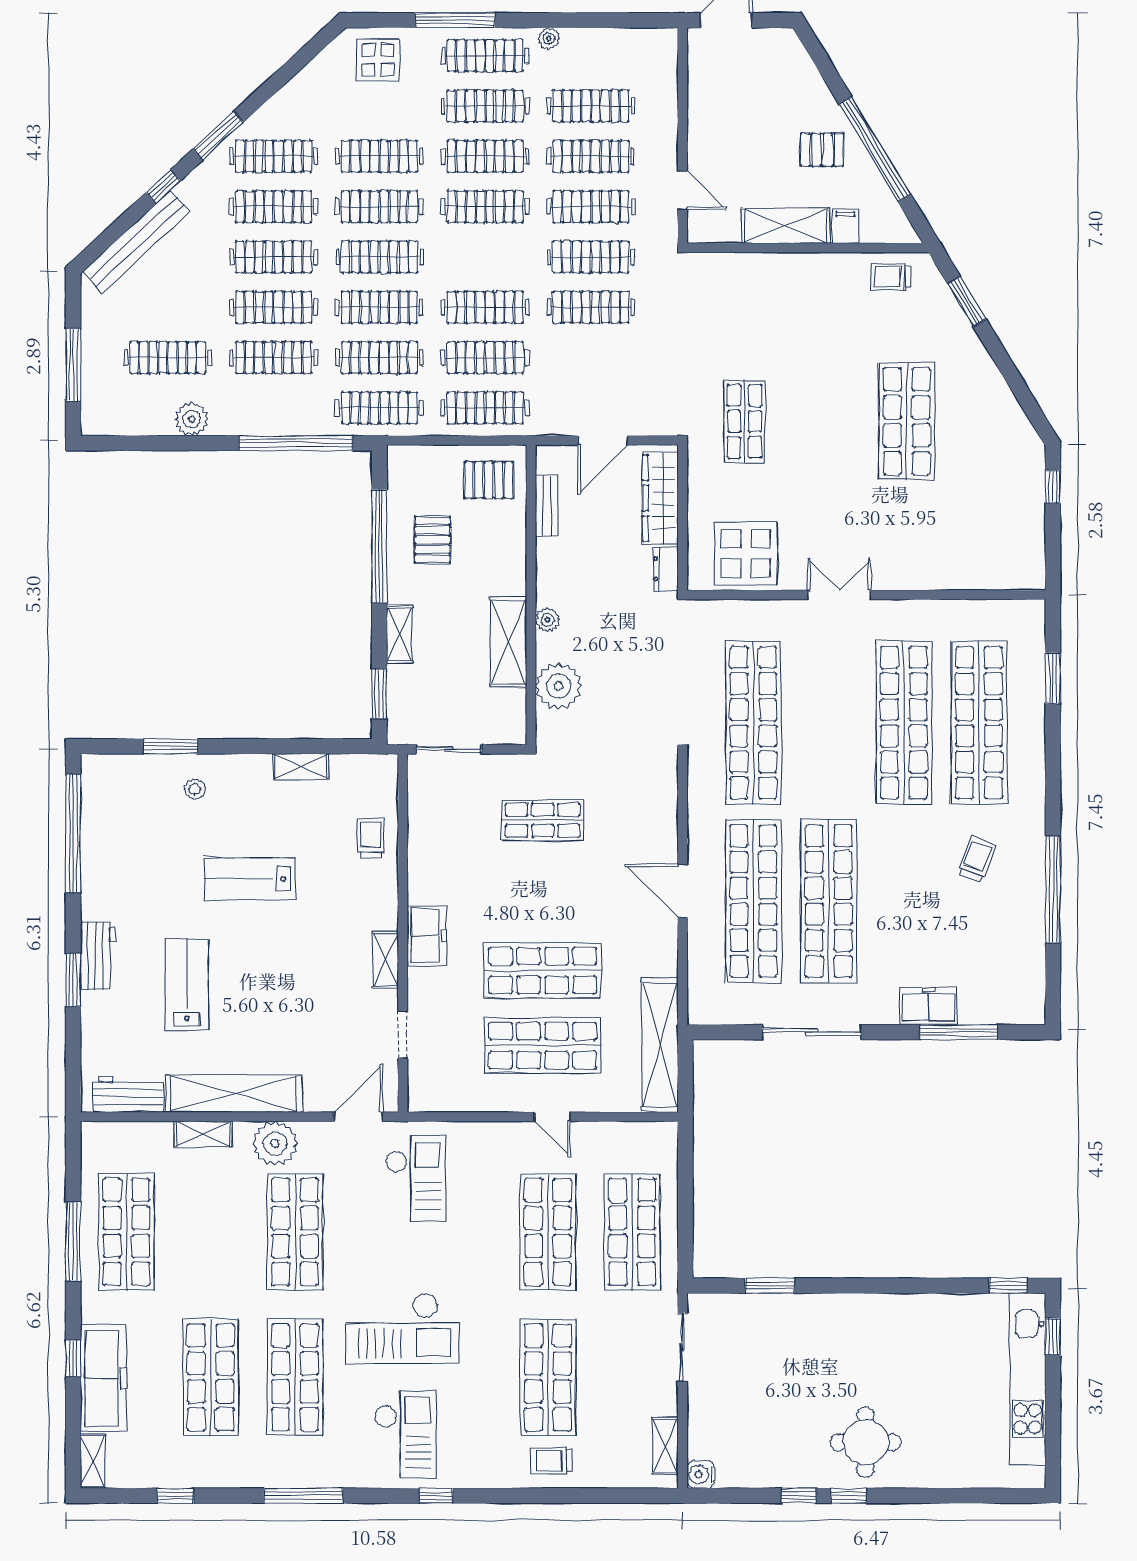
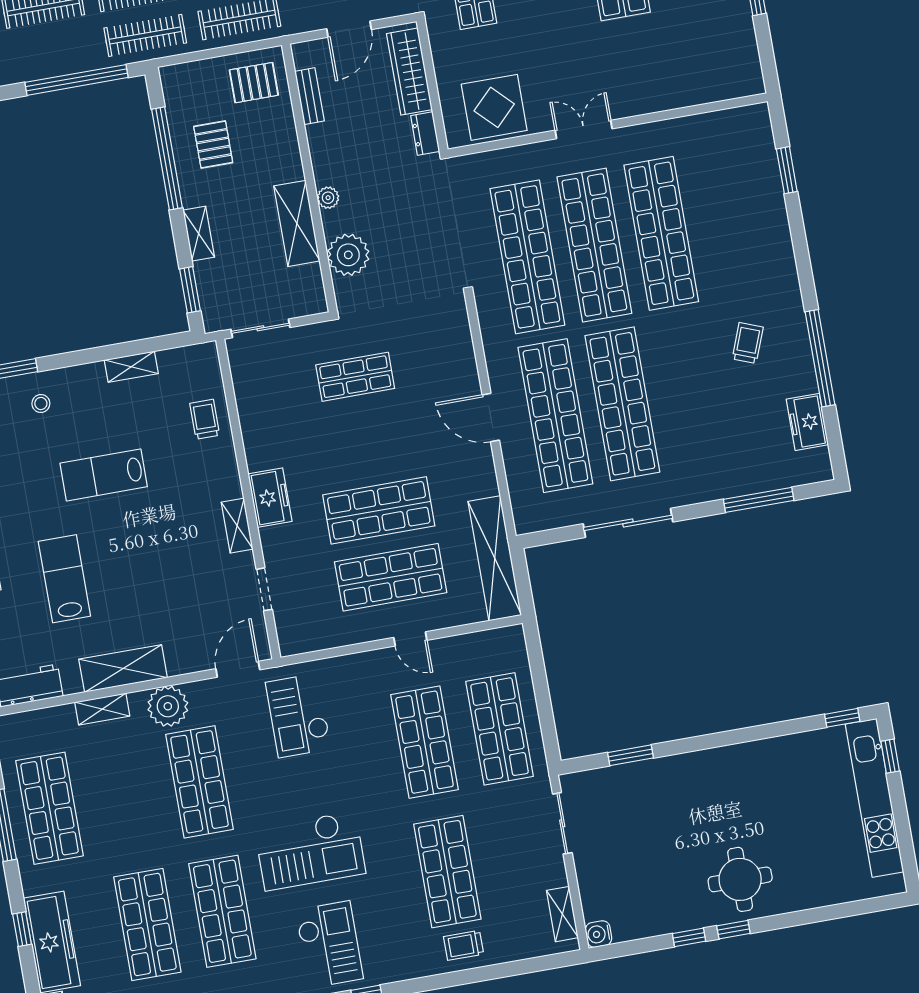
shop shelf: (979, 723) -> (594, 245), moved
freezer: (928, 1006) -> (807, 422), moved, turned -90
shelving: (233, 1094) -> (123, 668), width x0.68
checkout: (416, 1179) -> (298, 715), turned 180

